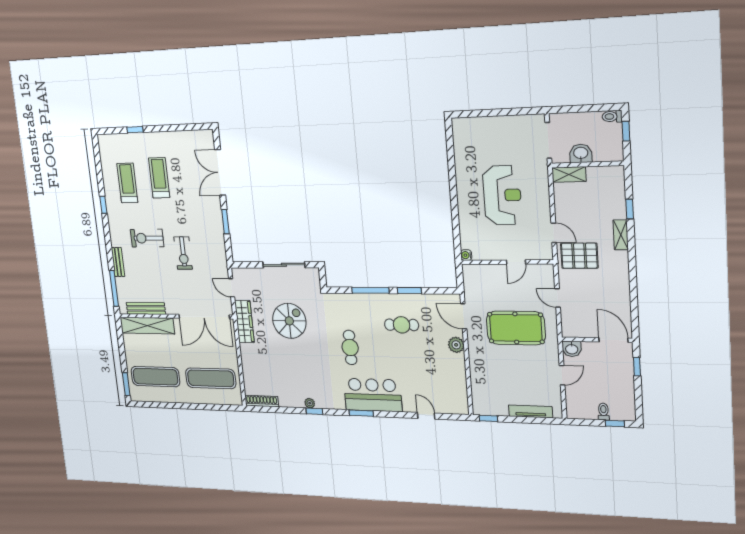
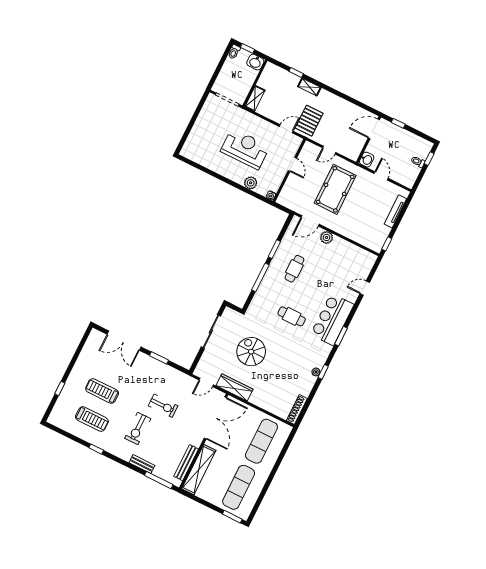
washbasin: (581, 153) -> (255, 62), moved, turned -90
treadmill: (127, 183) -> (92, 419), turned 180
plant: (467, 223) -> (251, 183), added

